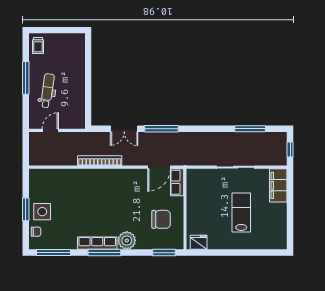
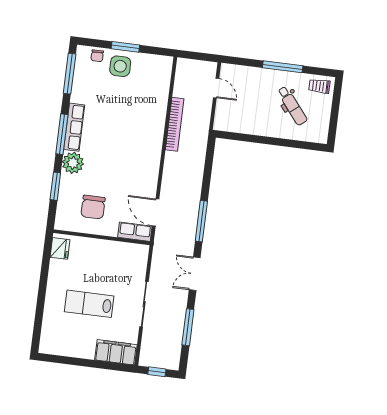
dental chair: (47, 91) -> (292, 106), moved, turned 43
double door: (124, 129) -> (195, 274), moved
bookcase: (100, 161) -> (175, 124), moved
lab bench: (241, 213) -> (89, 304), turned 180
window: (164, 253) -> (55, 186), moved

